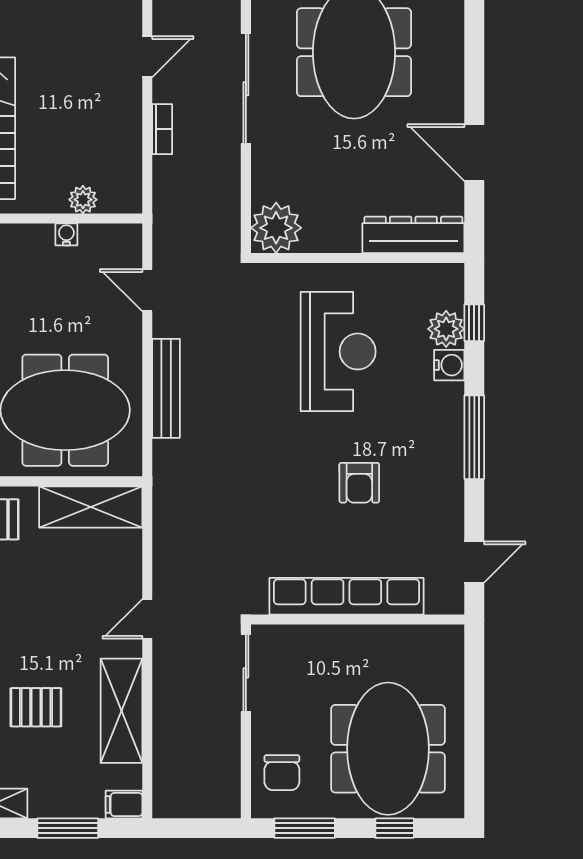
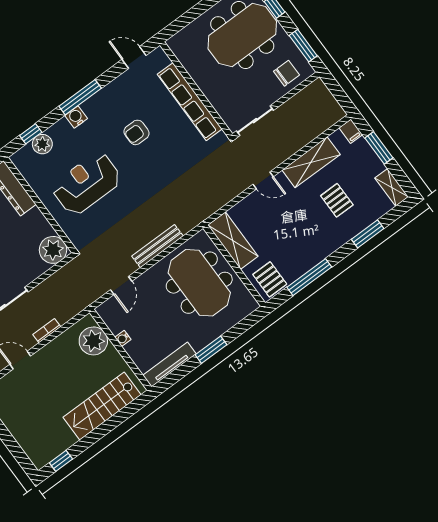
plant: (83, 200) -> (93, 341), width x1.88, depth x1.88
water cooler: (449, 365) -> (76, 117), moved
armchair: (359, 483) -> (137, 132), turned 180

